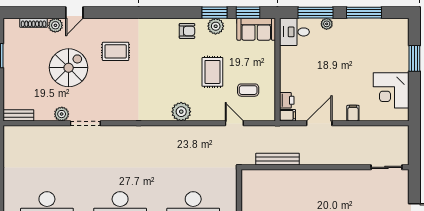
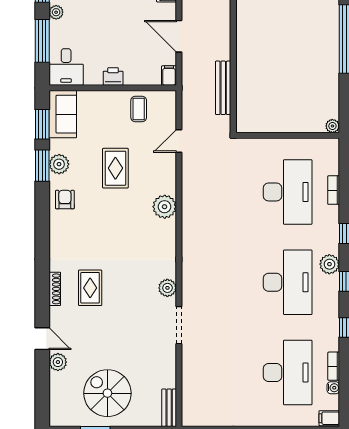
shoe rack: (34, 23) -> (55, 289), moved
plant: (327, 24) -> (56, 12), moved
spiral stairs: (69, 68) -> (107, 393), moved
rug: (212, 72) -> (115, 168), turned 90
coffee table: (248, 90) -> (139, 109), moved
printer: (287, 100) -> (113, 76), moved
plant: (62, 114) -> (167, 288), moved

